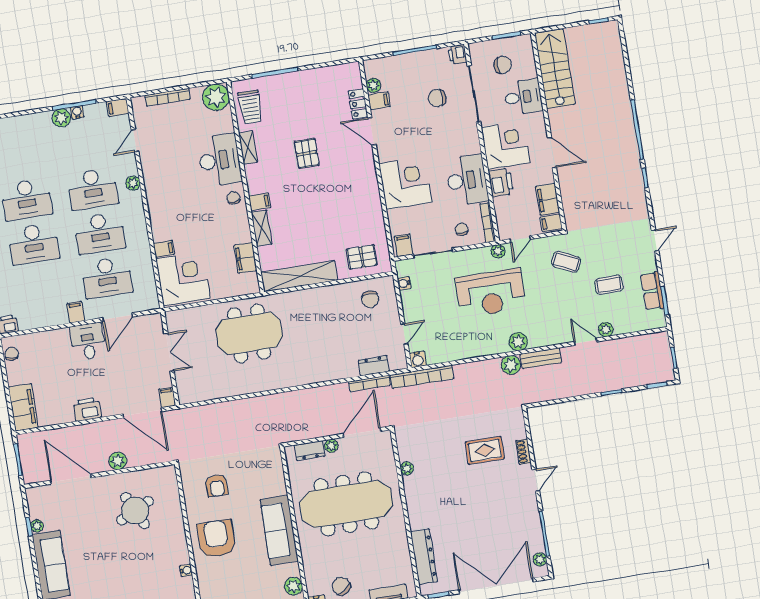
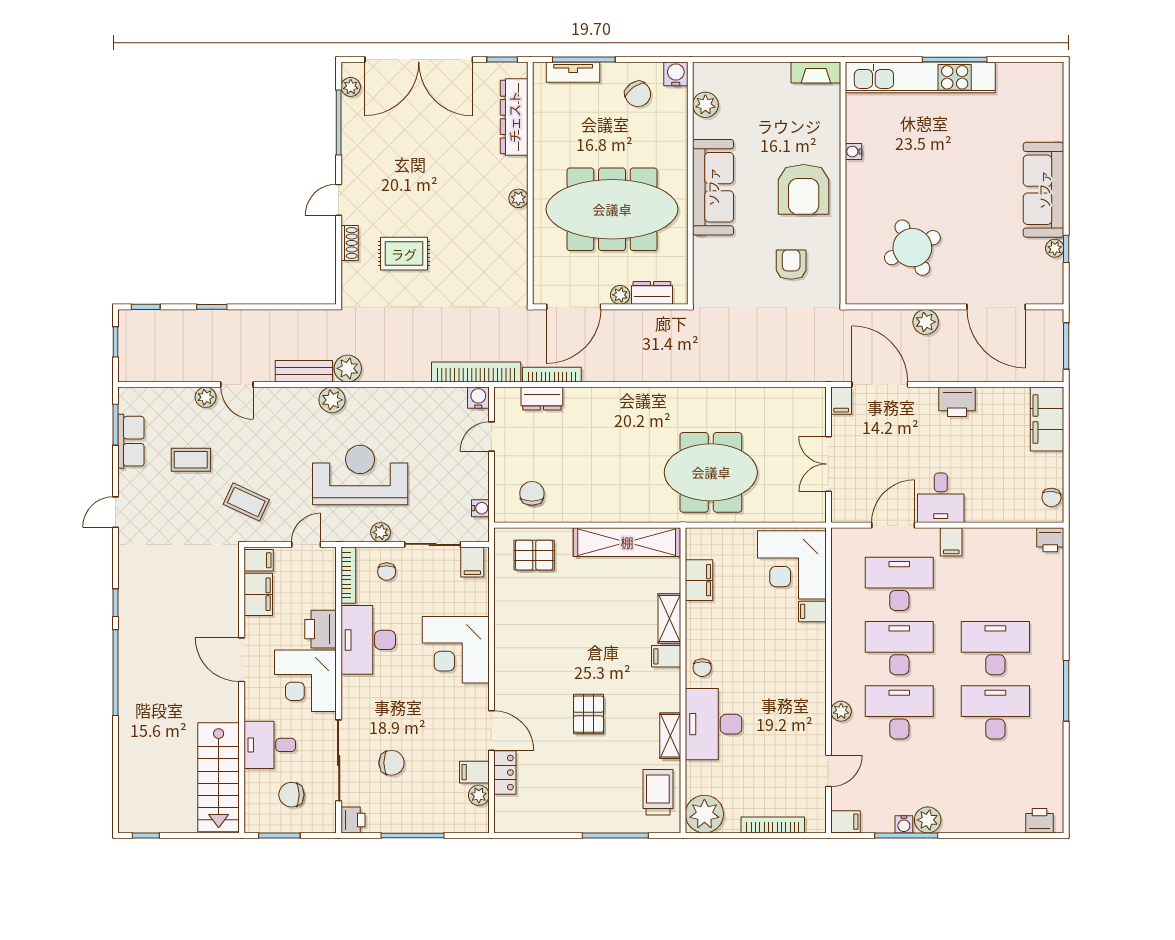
plant: (498, 251) -> (381, 532), moved
plant: (407, 468) -> (518, 198), moved

